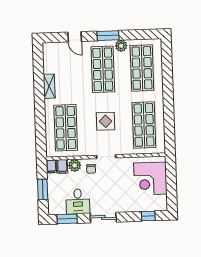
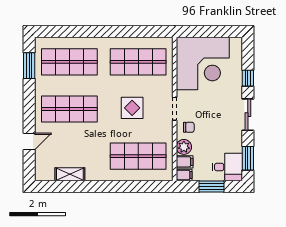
window: (108, 36) -> (29, 66), moved
plant: (121, 46) -> (42, 86), removed
shelving: (49, 86) -> (70, 174), moved
corner desk: (150, 179) -> (203, 63), width x1.36, depth x1.36
desk: (78, 201) -> (227, 167), moved
window: (148, 216) -> (248, 78), moved

